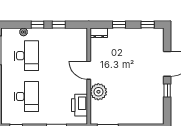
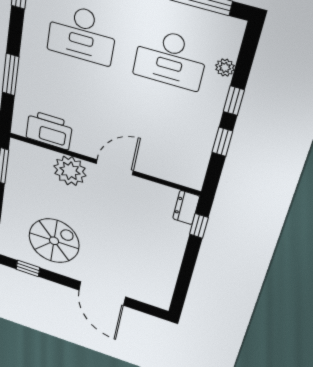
window: (119, 25) -> (199, 226), moved
window: (148, 25) -> (181, 290), removed
window: (167, 90) -> (28, 268), moved
spiral stairs: (143, 94) -> (54, 241), added

